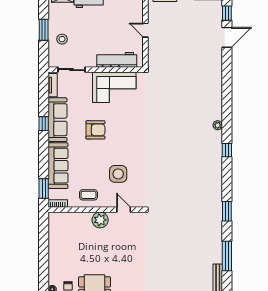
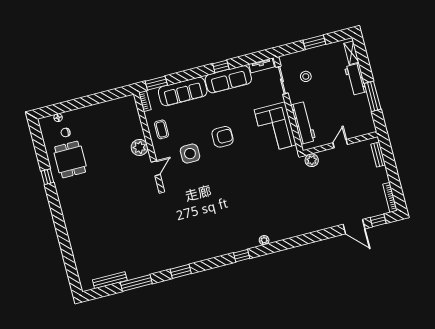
stool: (62, 39) -> (306, 76), moved
plant: (154, 61) -> (312, 160), added
armchair: (96, 130) -> (223, 137), moved, turned -90

